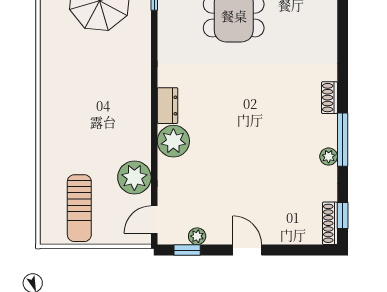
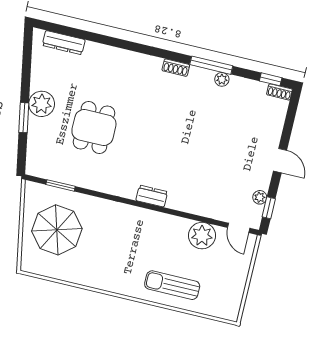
plant: (173, 141) -> (181, 198), removed
sun lounger: (79, 208) -> (172, 285), moved, turned 180
shoe rack: (330, 223) -> (279, 92), width x0.70
door: (247, 250) -> (280, 161), swing flipped

